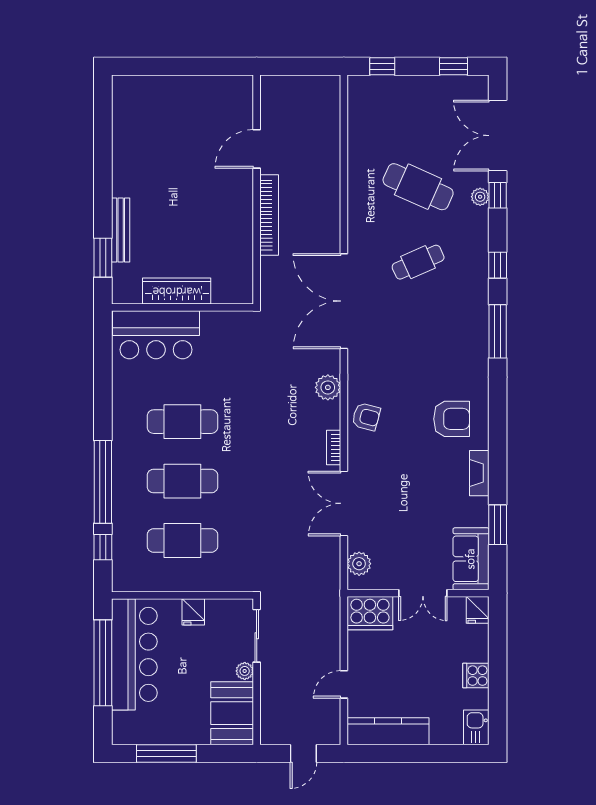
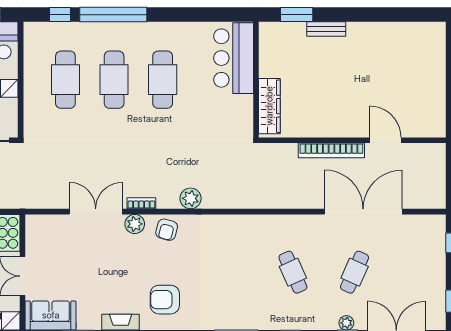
cafe table: (418, 187) -> (355, 272), width x0.73, depth x0.74
bench: (121, 230) -> (326, 29), width x0.73
wardrobe: (177, 291) -> (269, 106), moved
double door: (344, 301) -> (363, 212), moved
armchair: (452, 419) -> (165, 300), turned 90
plant: (359, 564) -> (135, 224), moved

